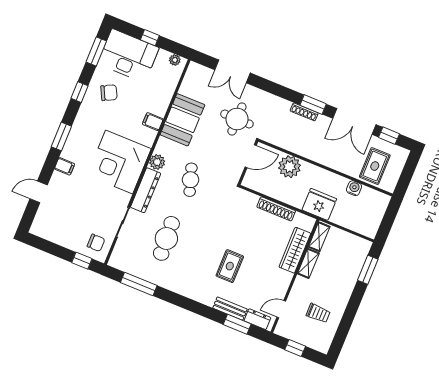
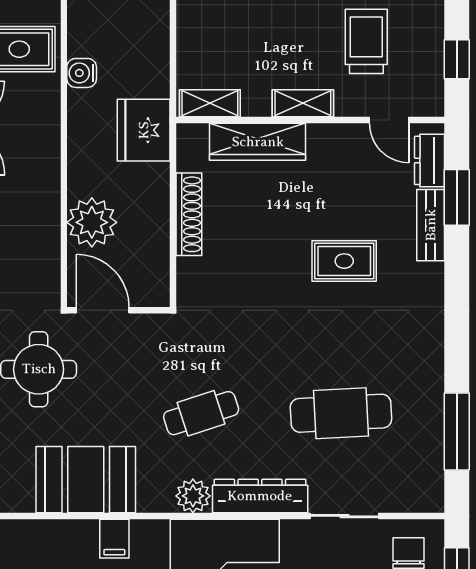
shelving: (308, 263) -> (303, 103), moved
trolley: (318, 313) -> (366, 41), width x1.36, depth x1.39

